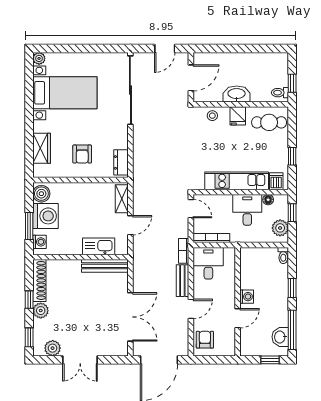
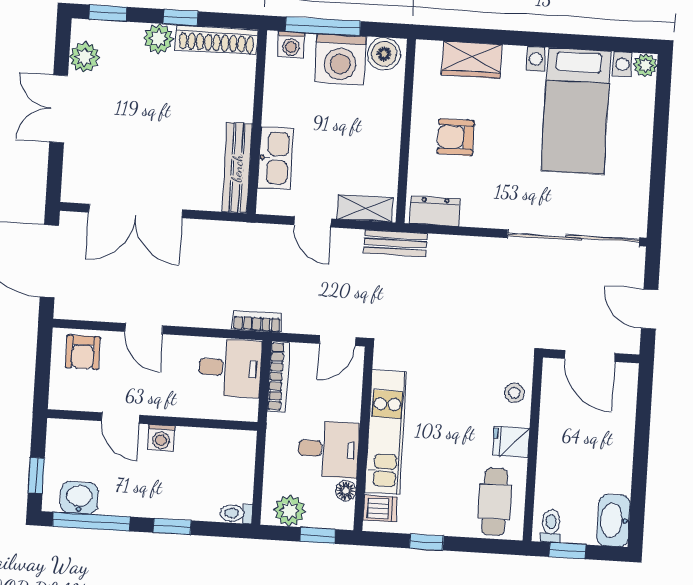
washbasin: (237, 94) -> (614, 520), moved, turned 180
window: (29, 226) -> (323, 26), width x1.44
bench: (182, 281) -> (395, 243), moved
armchair: (205, 340) -> (83, 352), turned 90

